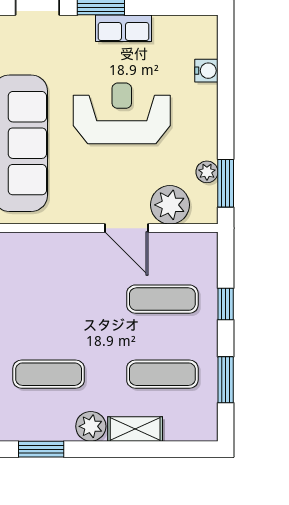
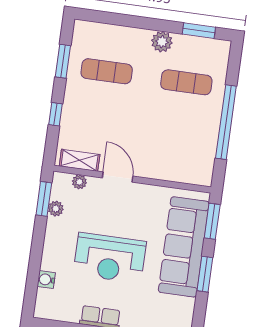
plant: (170, 205) -> (79, 182), width x0.53, depth x0.53
exercise mat: (162, 299) -> (99, 124), removed
shelving: (135, 429) -> (80, 160), moved

